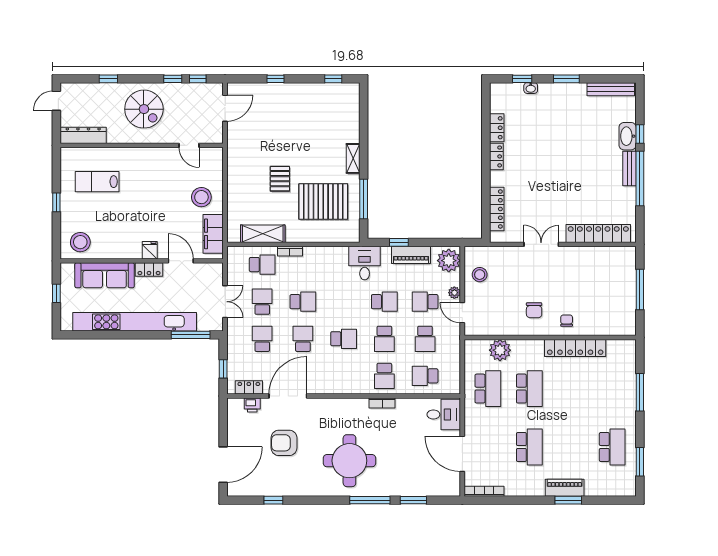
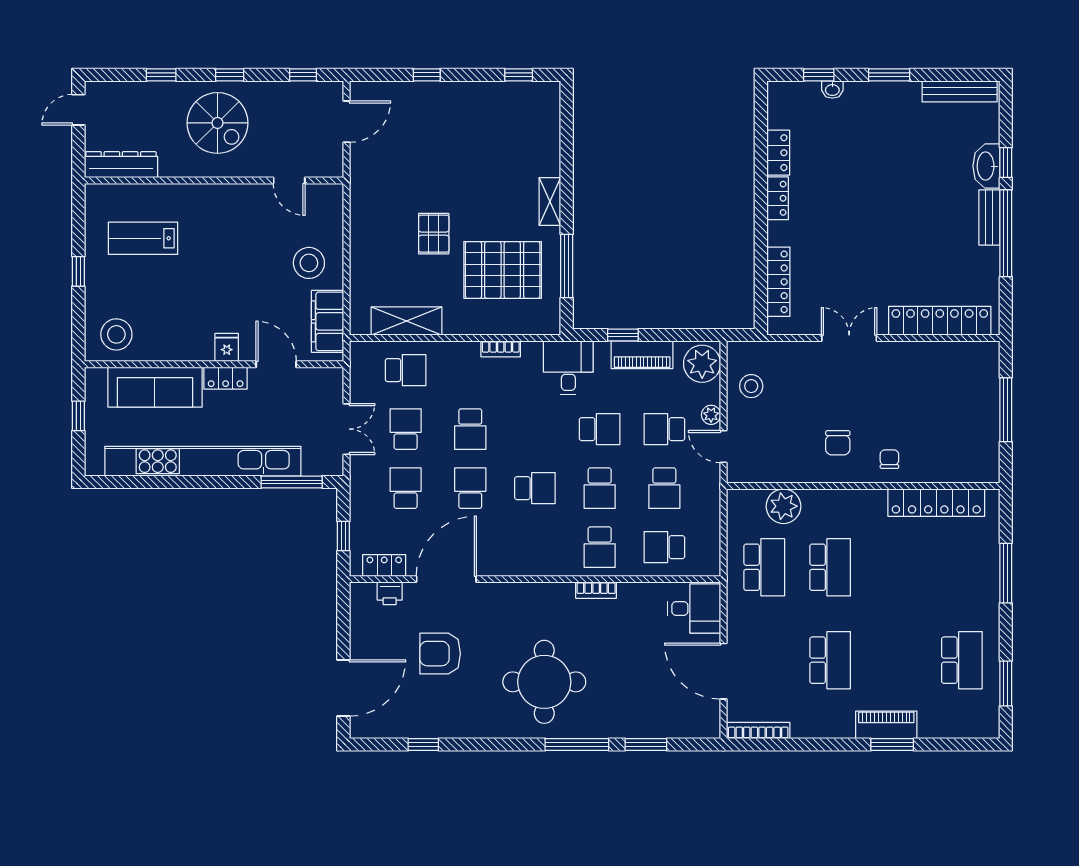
window: (173, 79) -> (230, 75), moved
bookcase: (290, 251) -> (501, 349), moved
school desk: (303, 302) -> (470, 429), turned 90
locker: (575, 348) -> (936, 503), moved

